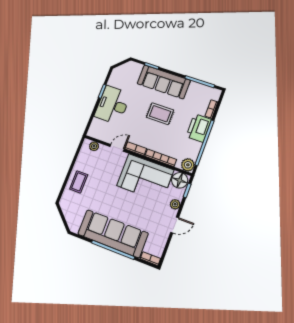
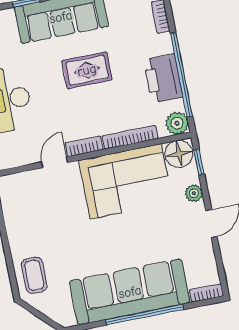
printer: (199, 128) -> (163, 78), moved
plant: (94, 146) -> (18, 181), removed
coffee table: (79, 182) -> (34, 275), moved

